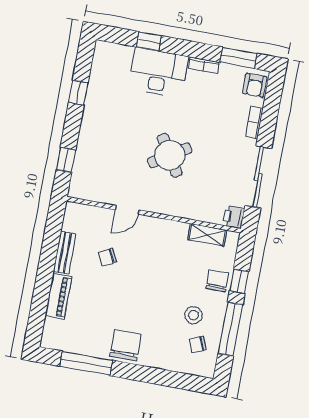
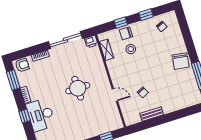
window: (149, 41) -> (25, 116), moved
round table: (170, 155) -> (78, 88), turned 32
piano: (58, 296) -> (174, 106), removed
stool: (194, 315) -> (131, 49), moved
window: (230, 329) -> (146, 15), width x0.46
chair: (125, 345) -> (181, 61), turned -82

